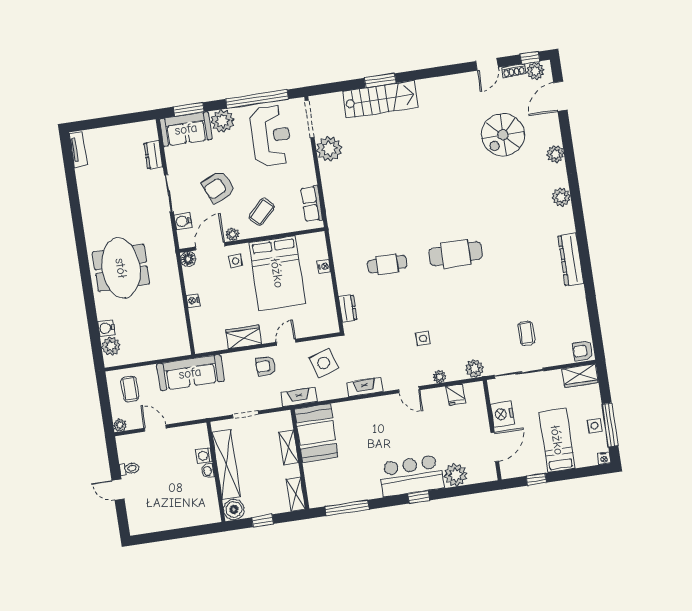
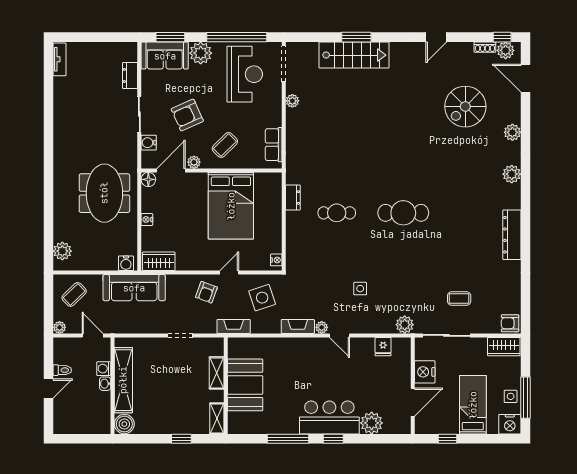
door: (487, 64) -> (436, 37), moved
door: (560, 96) -> (526, 78), hinge flipped
plant: (329, 149) -> (292, 101), width x0.53, depth x0.53
side table: (236, 261) -> (193, 188), removed
nightstand: (324, 266) -> (276, 260), moved
meeting table: (121, 268) -> (104, 193), moved
dresser: (348, 308) -> (293, 198), moved
water cooler: (106, 328) -> (126, 263), moved, turned -90
coffee table: (526, 333) -> (459, 299), turned 90
wardrobe: (243, 337) -> (159, 261), moved
armchair: (266, 366) -> (206, 292), turned -70
plant: (440, 377) -> (322, 327), moved
coffee table: (130, 389) -> (74, 294), turned 46
booth: (316, 433) -> (245, 385), moved
washing machine: (204, 456) -> (104, 369), moved
nightstand: (604, 458) -> (510, 424), width x1.89, depth x1.79
shelving: (226, 464) -> (123, 380), moved
washbasin: (208, 471) -> (105, 384), moved
wall: (216, 472) -> (113, 386), moved
door: (118, 490) -> (49, 389), swing flipped
window: (347, 508) -> (288, 439), moved
boiler: (234, 509) -> (124, 424), moved

